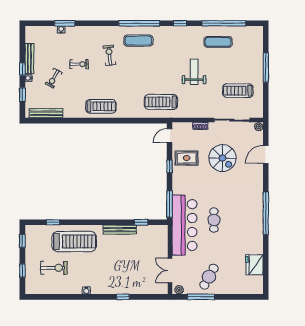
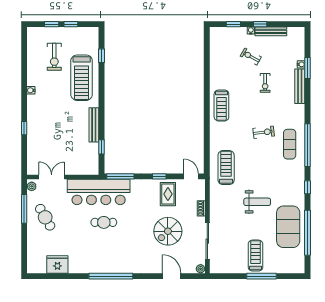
exercise mat: (218, 42) -> (288, 227), width x2.00, depth x1.45
exercise bike: (109, 55) -> (264, 132), moved
treadmill: (238, 91) -> (255, 256), moved
bench: (46, 113) -> (300, 86), moved
window: (22, 241) -> (71, 24), moved
cafe table: (209, 277) -> (45, 217), turned 31

